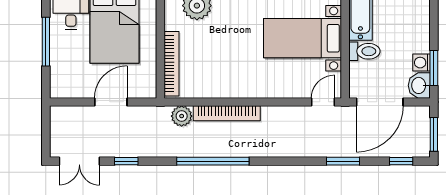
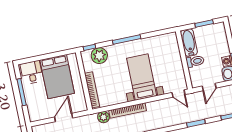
bed with nightstands: (302, 38) -> (142, 77), moved, turned 90
door: (323, 102) -> (178, 93), swing flipped
door: (380, 102) -> (209, 87), width x0.53

